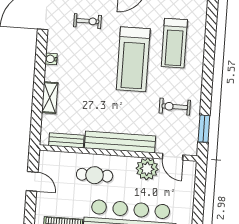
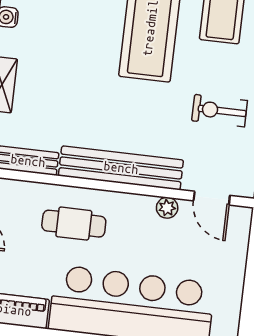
plant: (147, 169) -> (167, 208), width x0.53, depth x0.53

